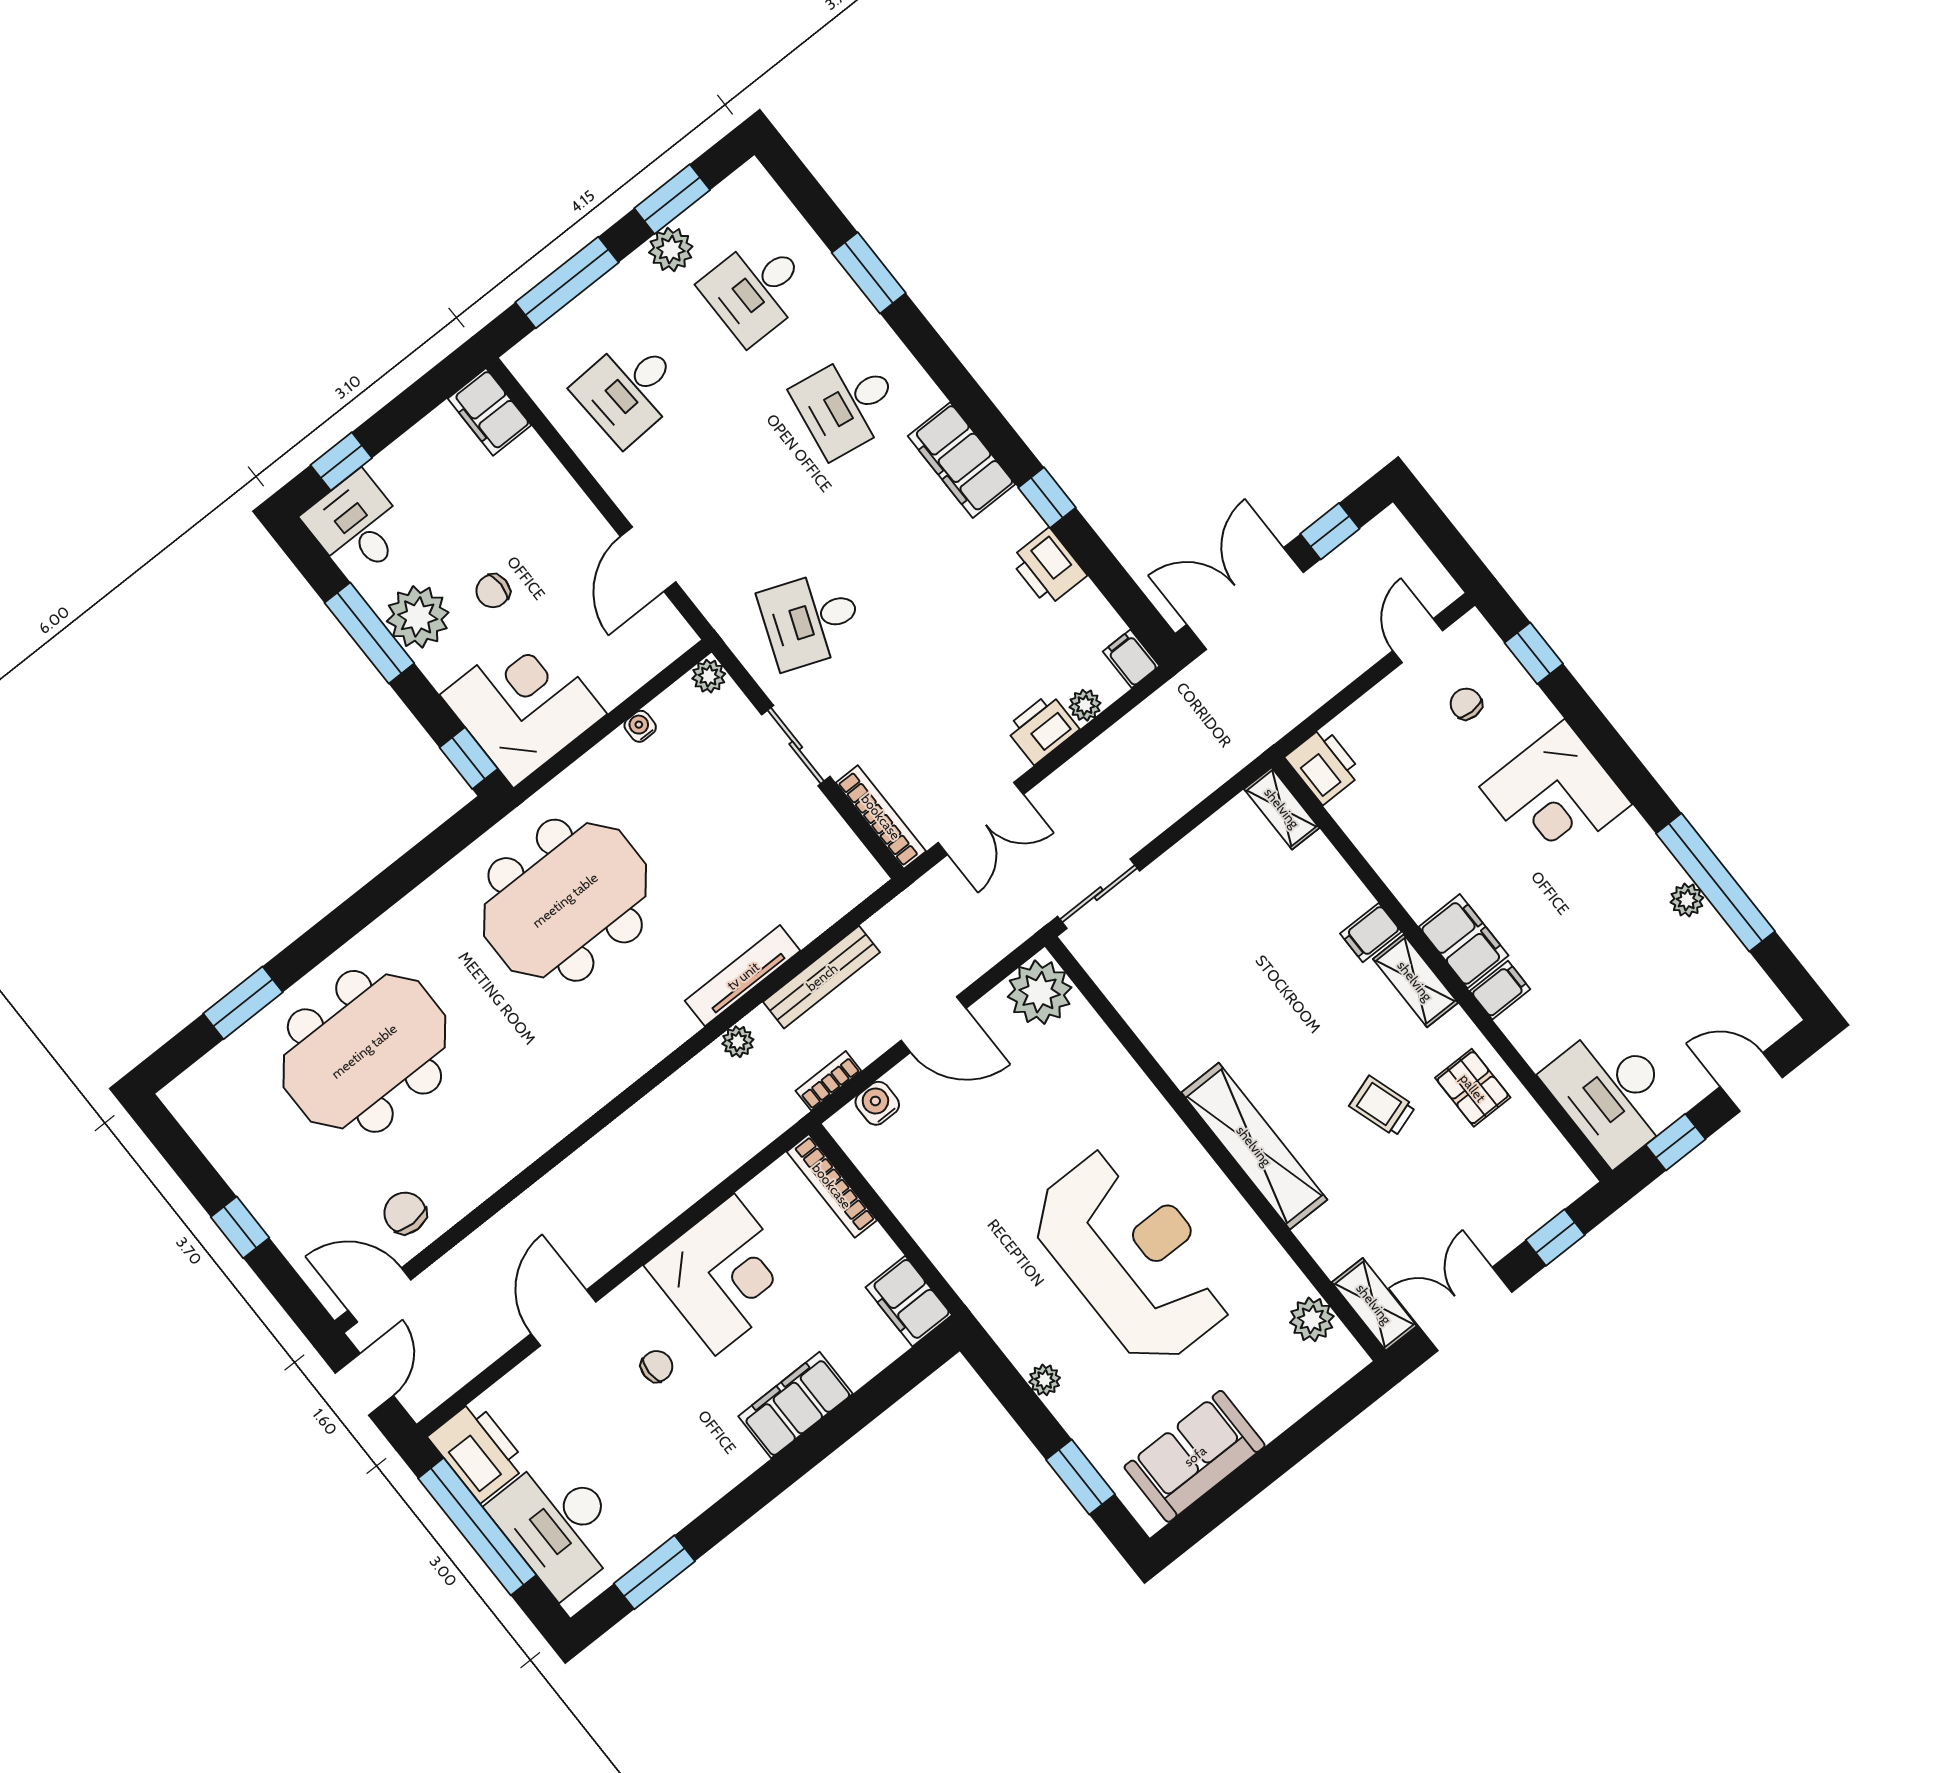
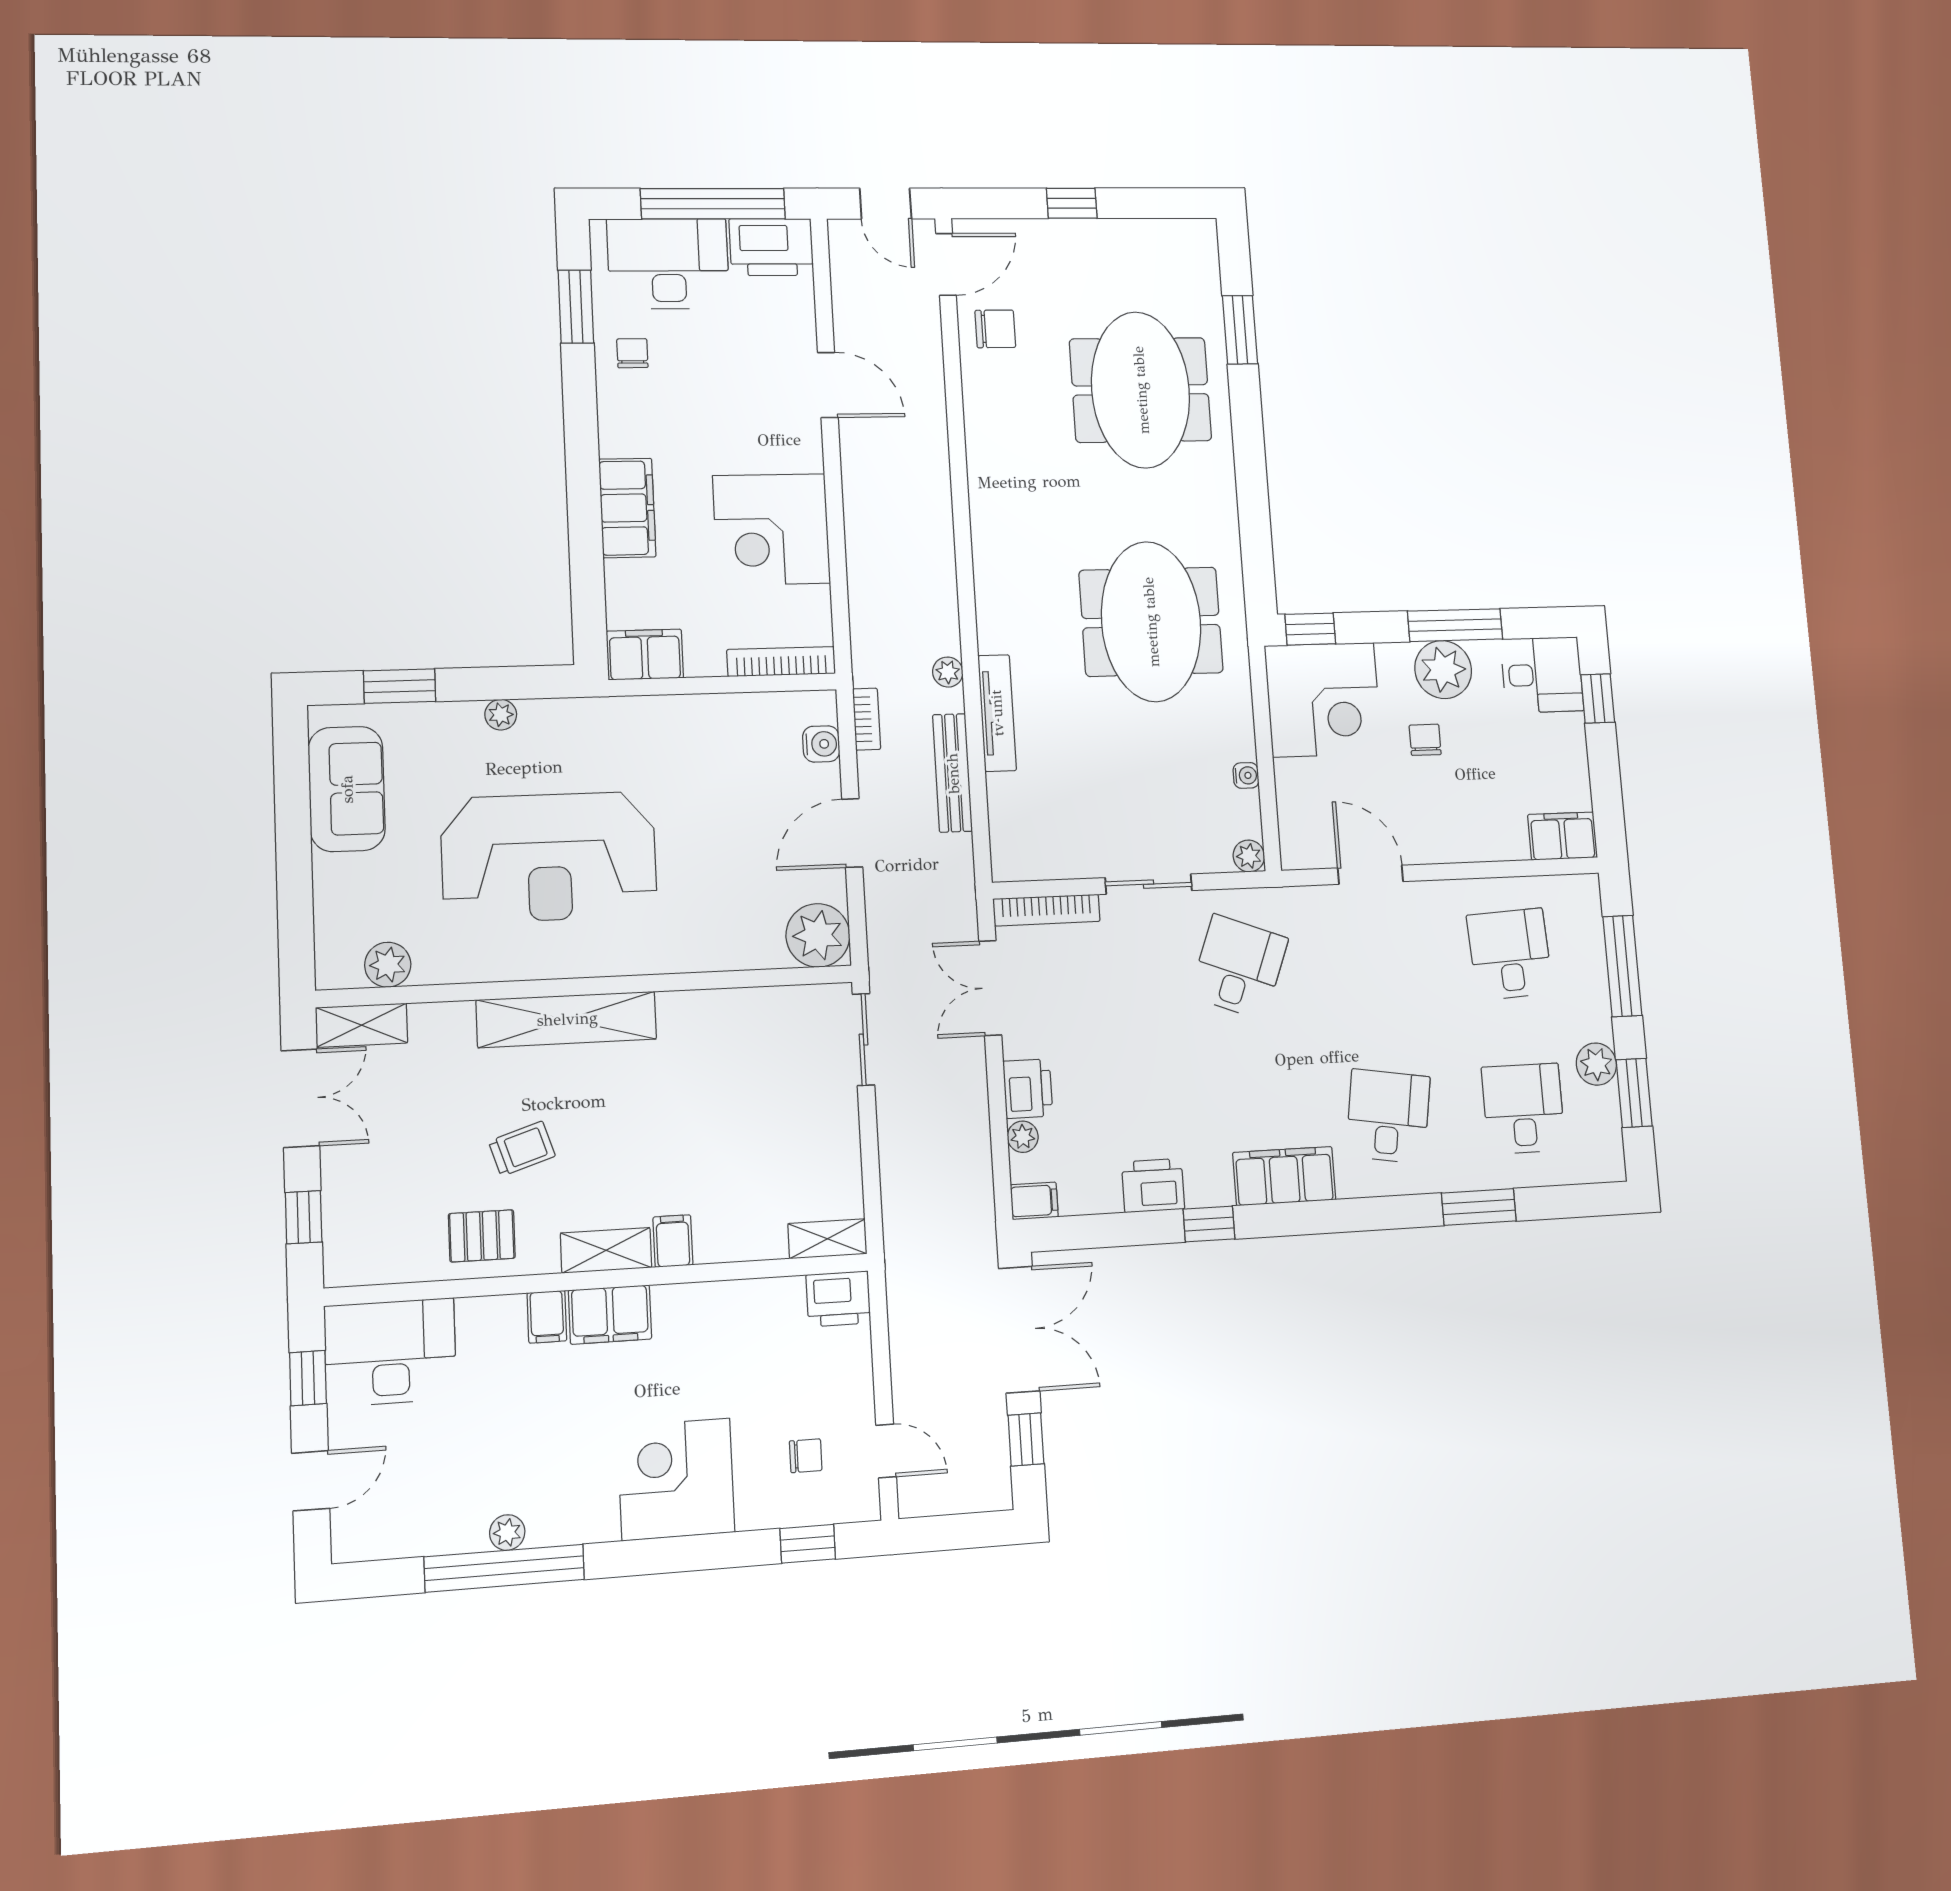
chair: (657, 1366) -> (632, 353), moved, turned 180

